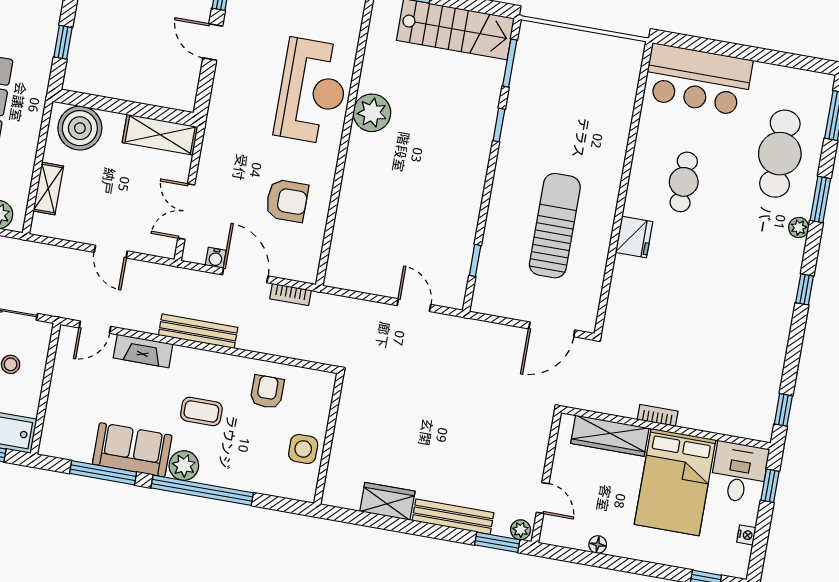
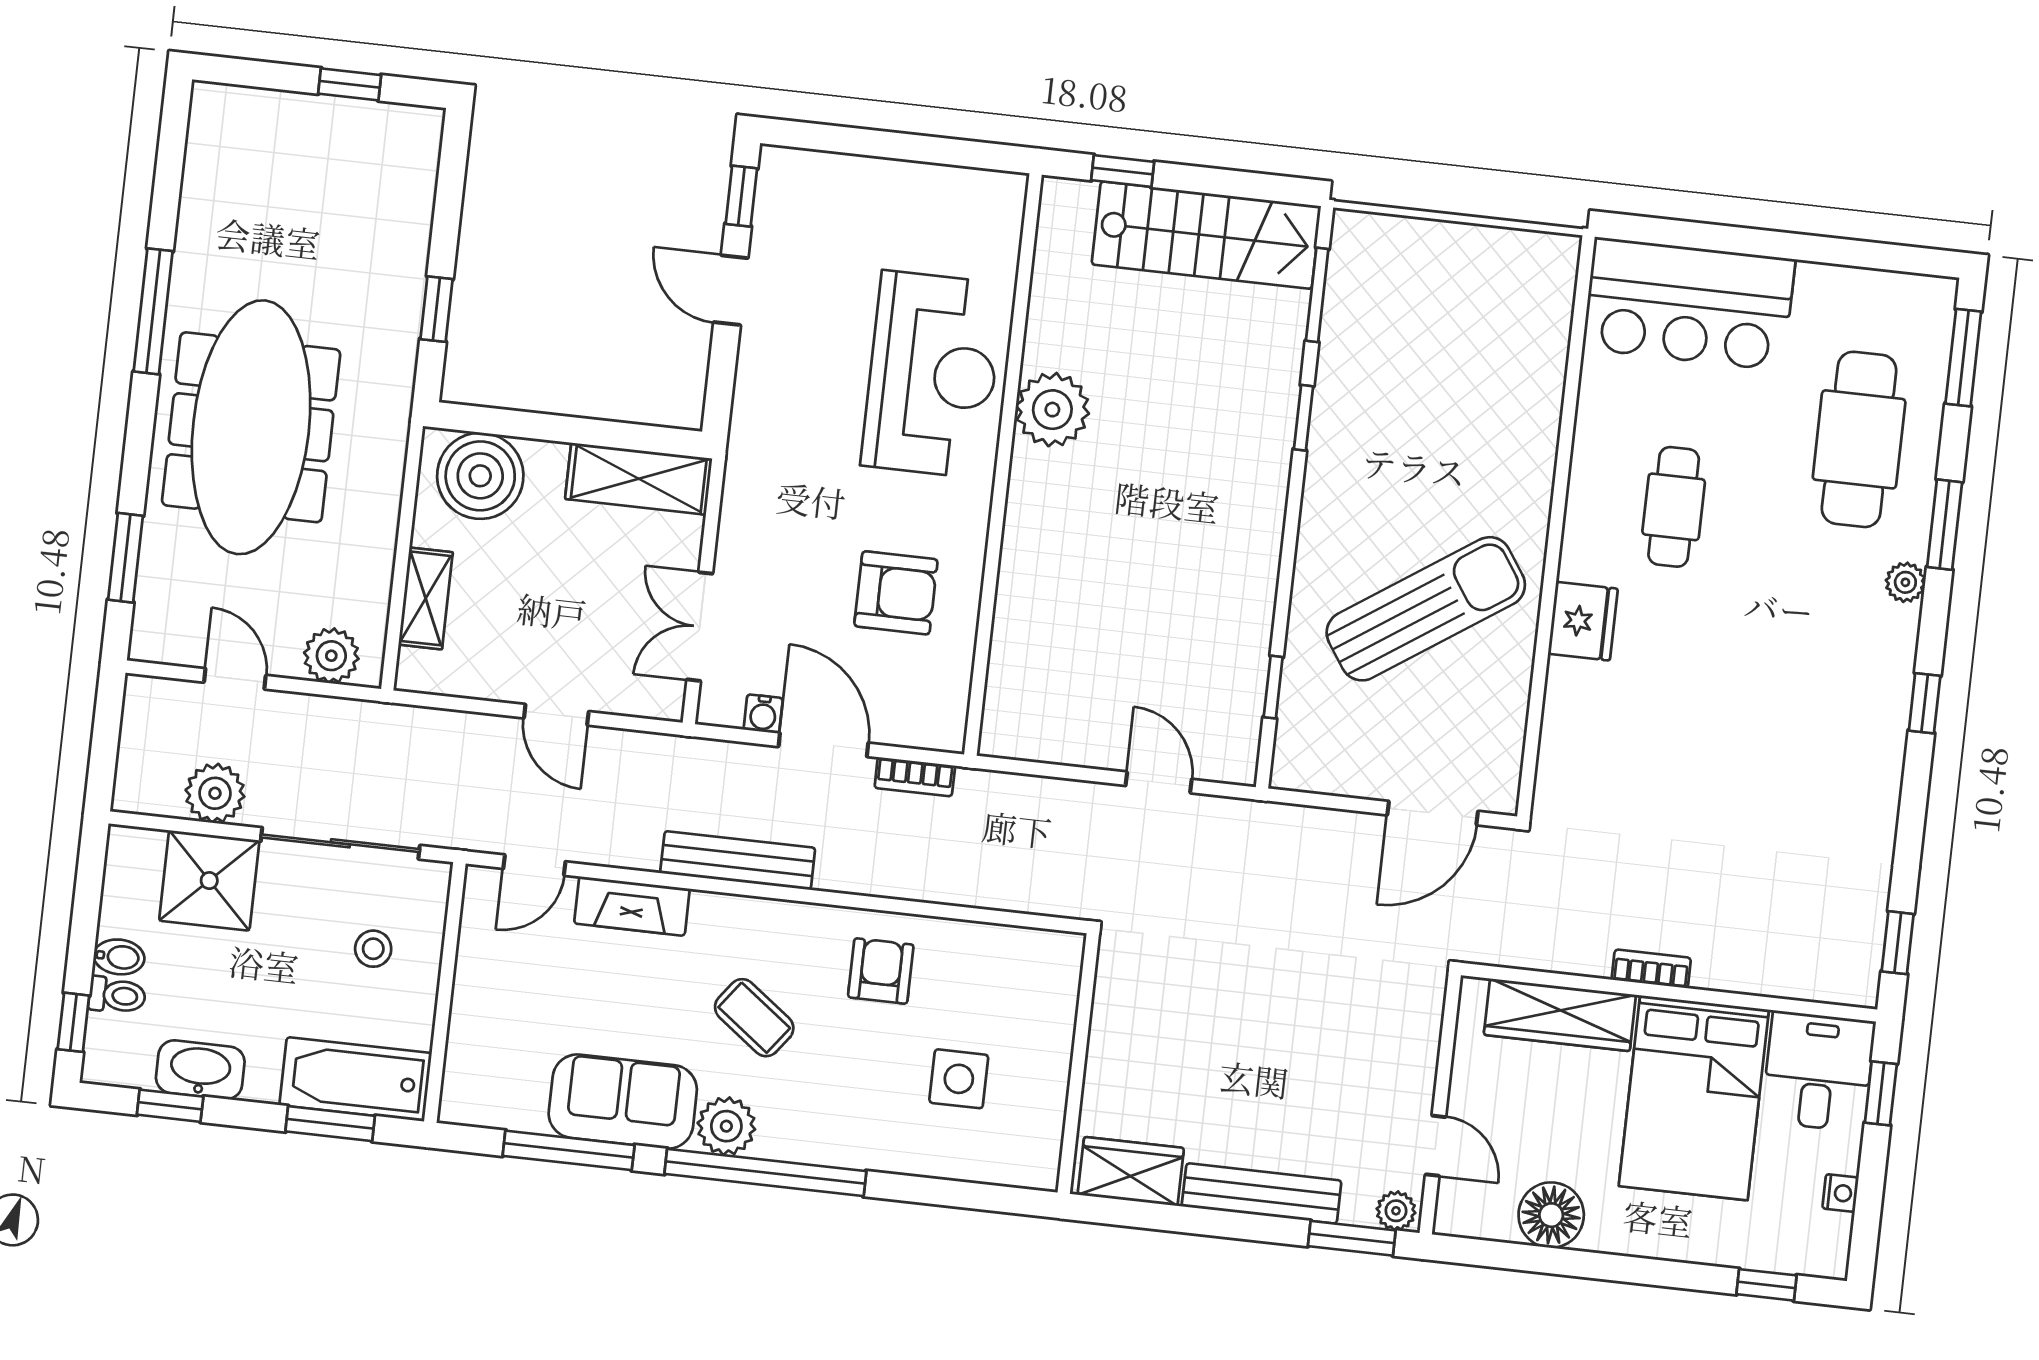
sun lounger: (555, 226) -> (1426, 609), turned 56
coffee table: (201, 411) -> (754, 1018), turned 37
wall: (329, 439) -> (1078, 1064), moved
floor lamp: (598, 545) -> (1551, 1215), width x1.89, depth x1.89

